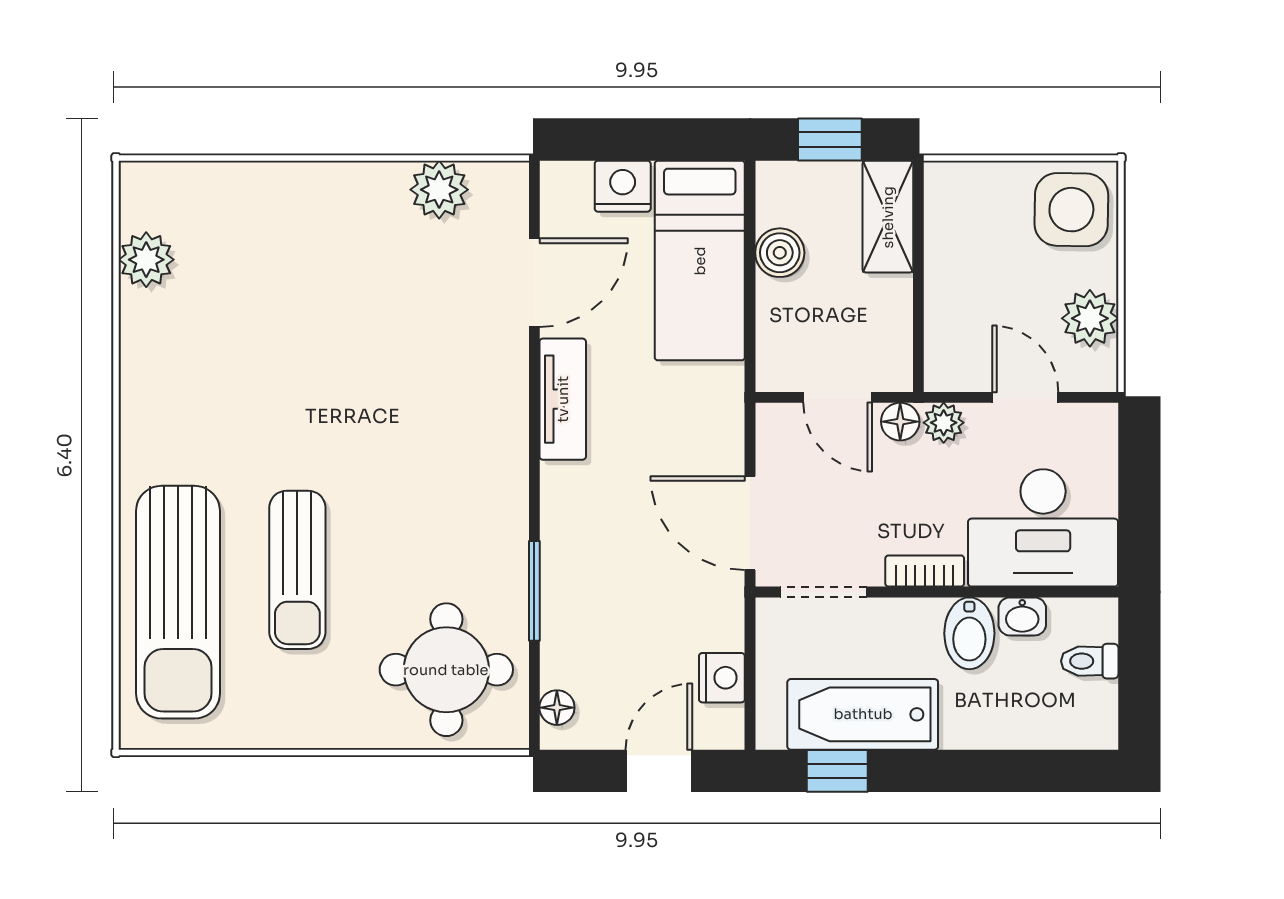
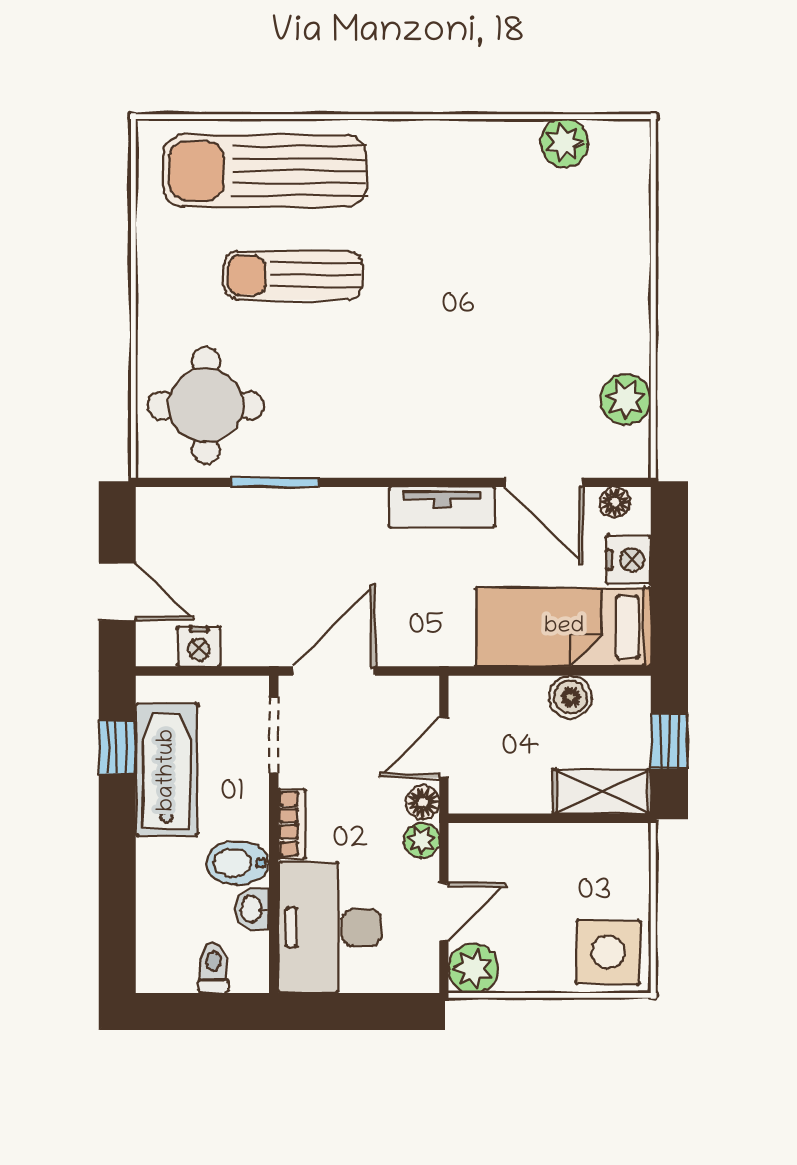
plant: (1090, 318) -> (473, 968), moved
floor lamp: (557, 708) -> (615, 502), moved

